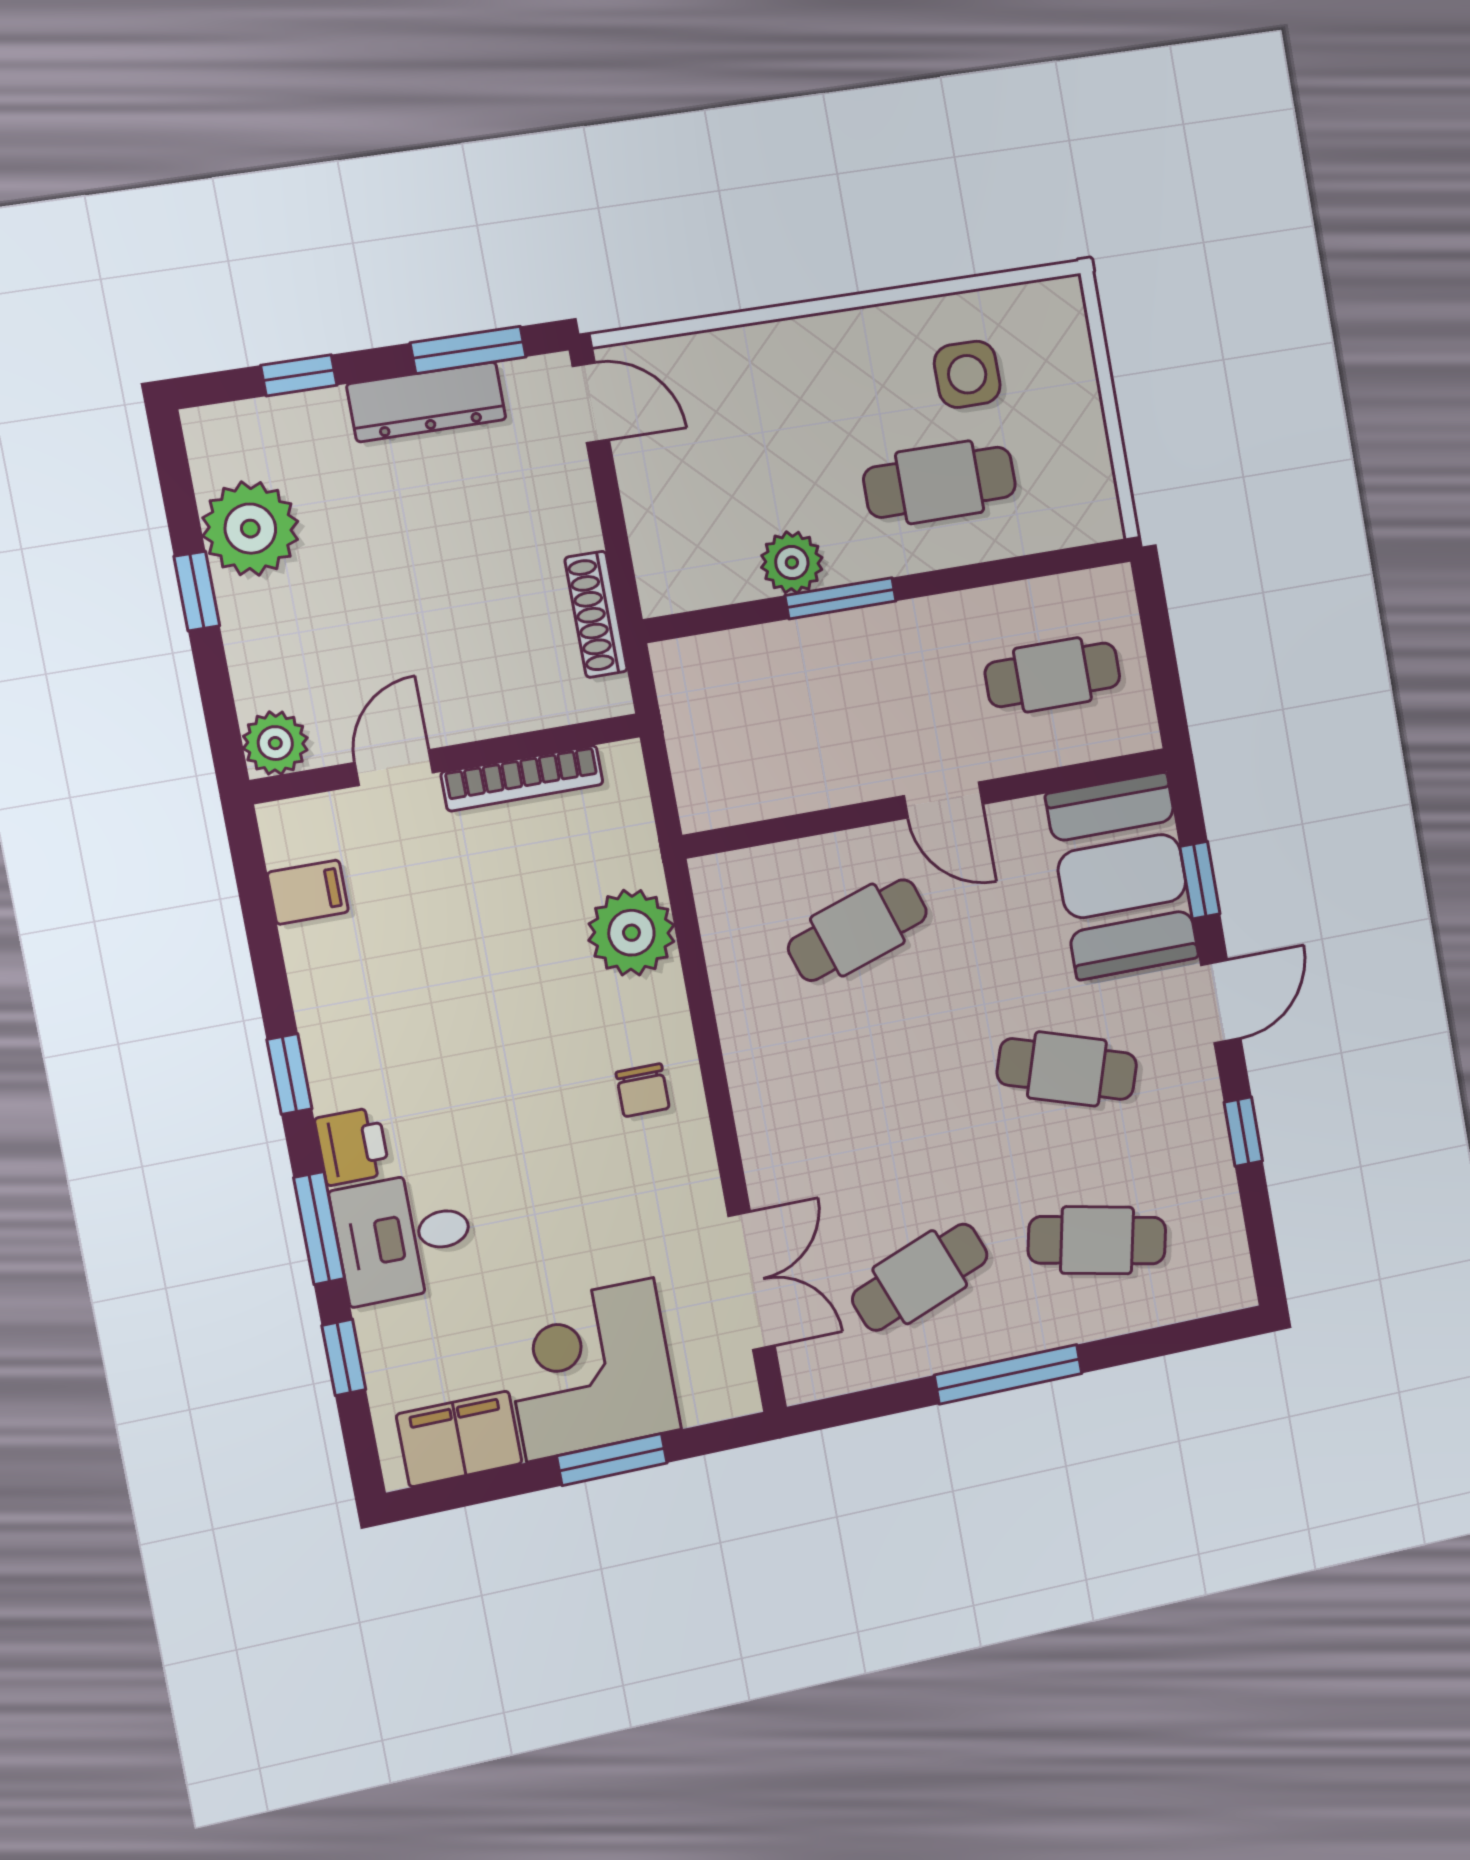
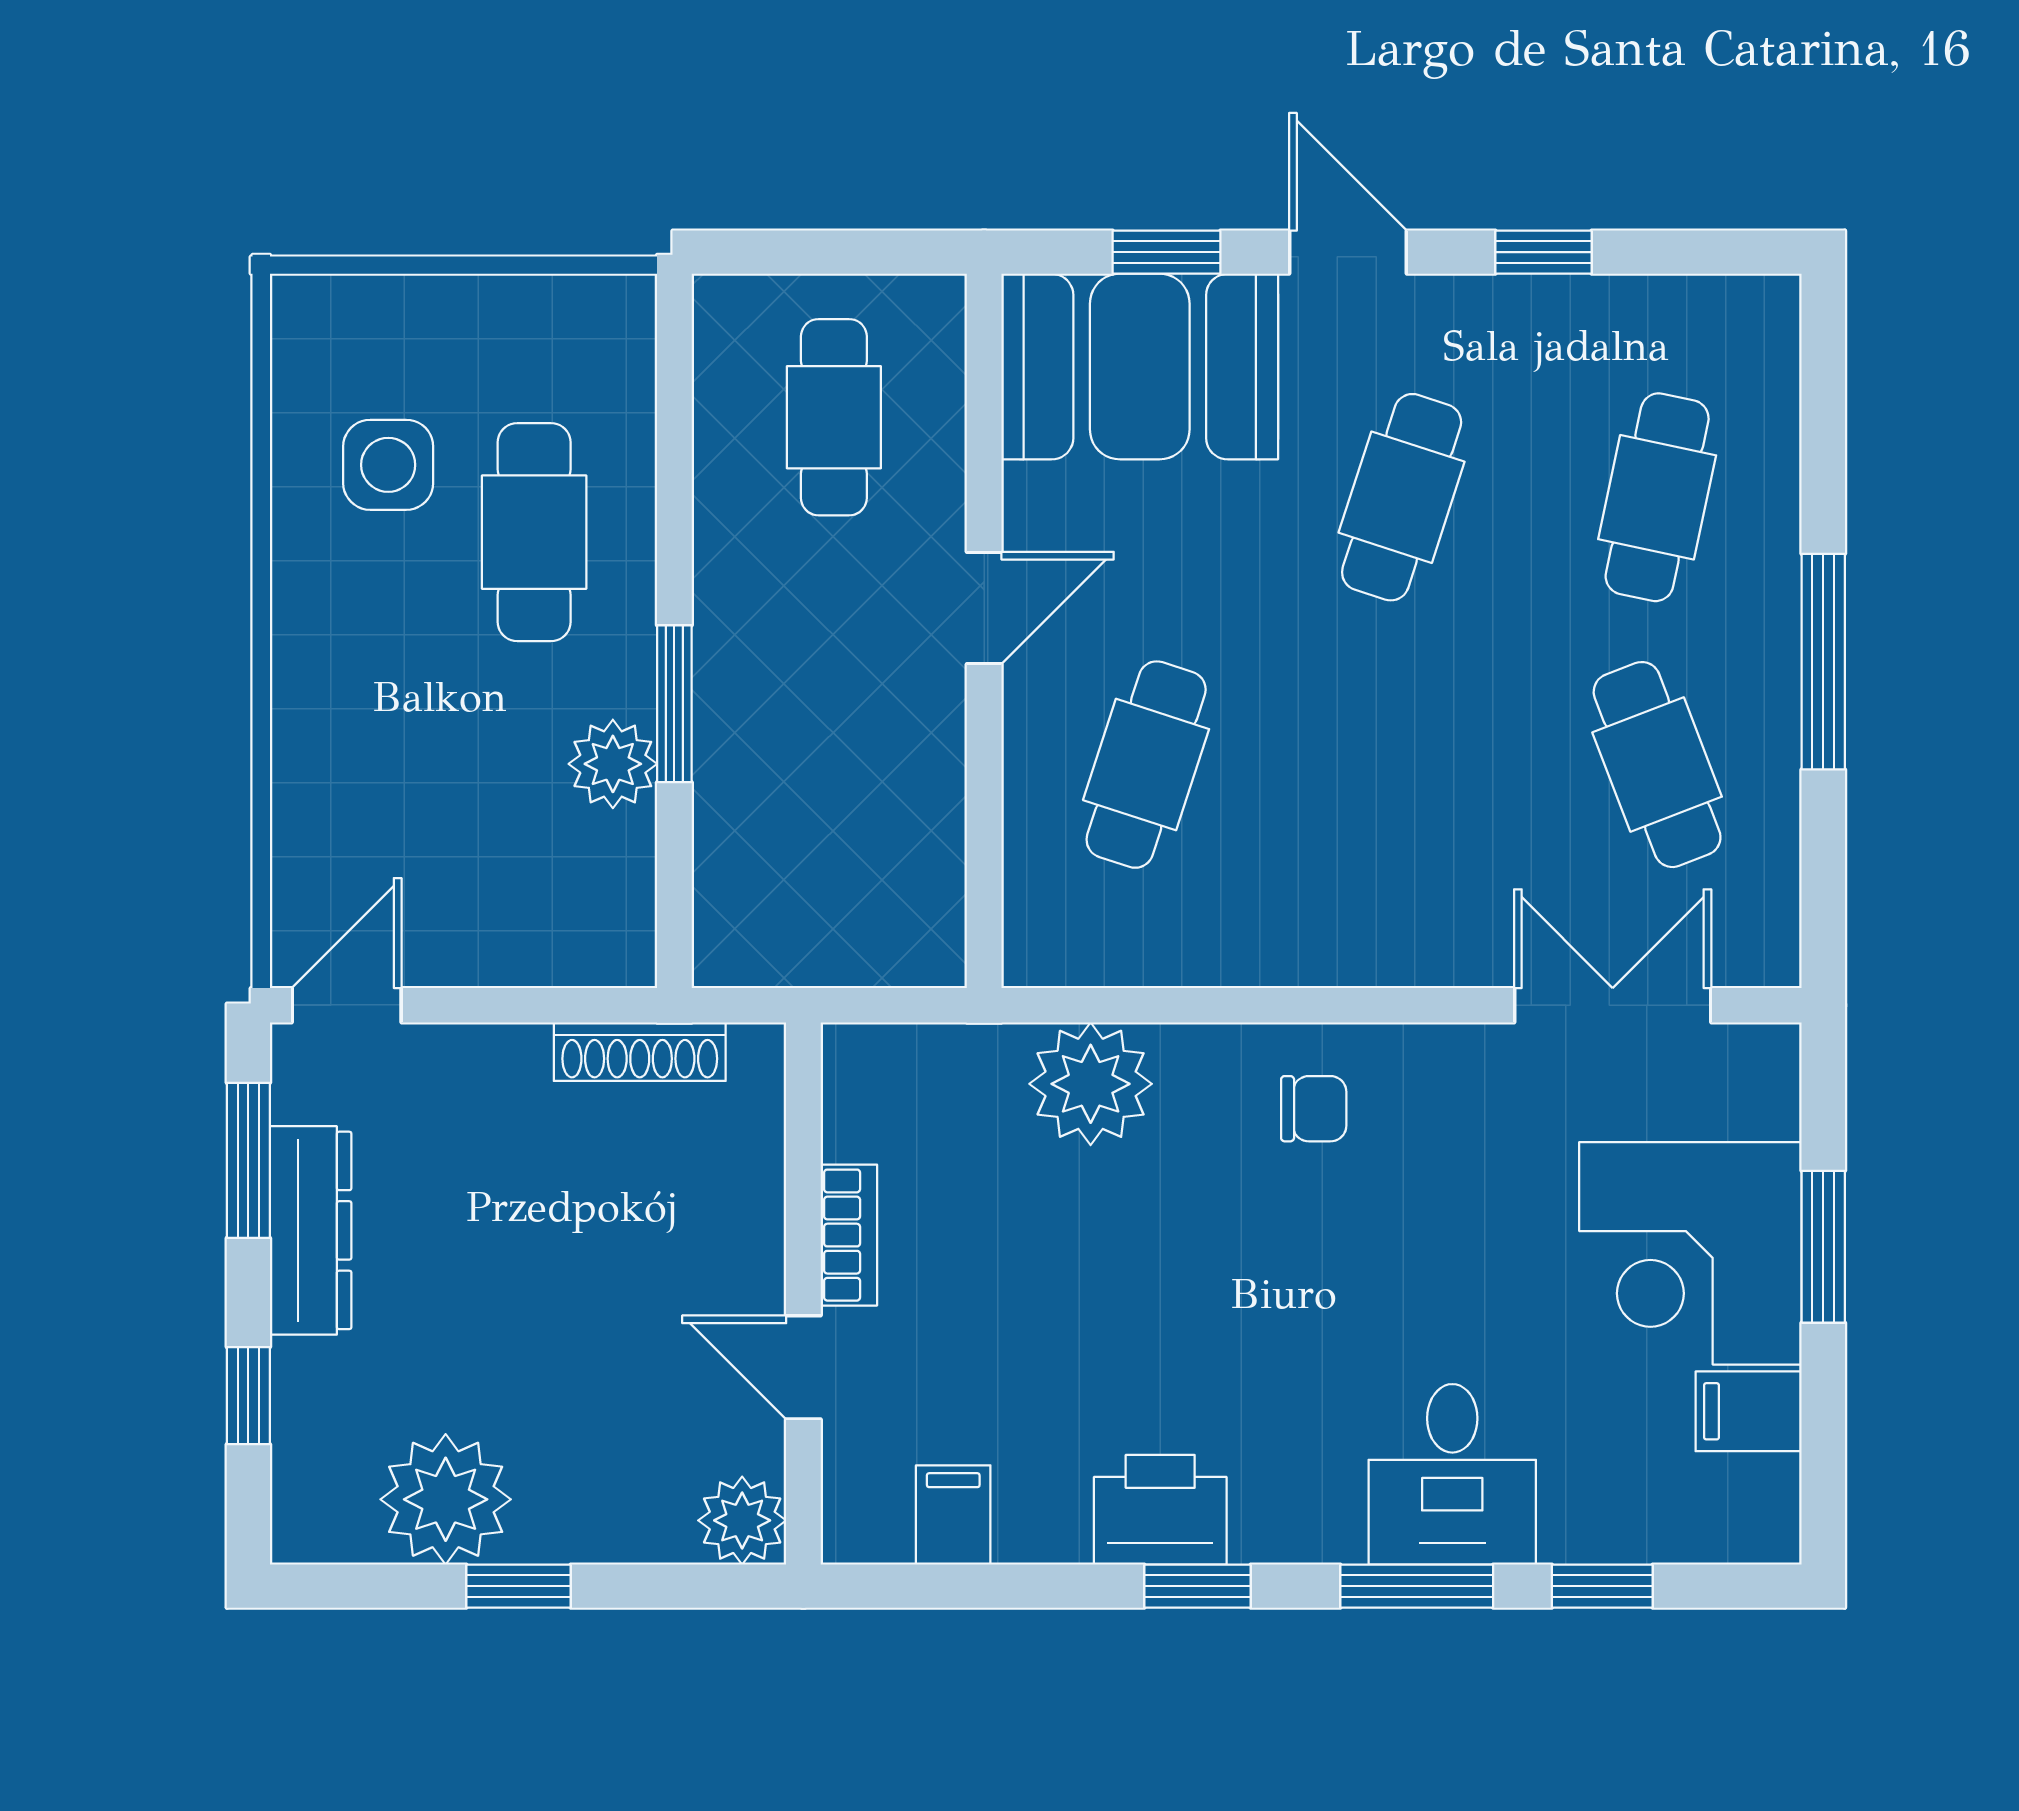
bookcase: (522, 778) -> (849, 1235), width x0.64
cafe table: (857, 930) -> (1146, 765), turned 36
printer: (352, 1146) -> (1160, 1510), moved, width x1.36, depth x1.24
filing cabinet: (459, 1439) -> (1749, 1411), width x0.50

